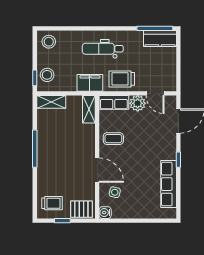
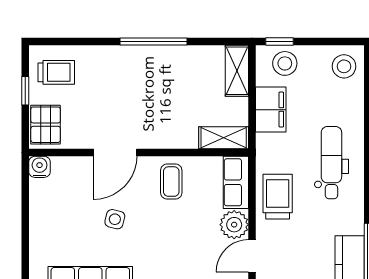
filing cabinet: (90, 83) -> (271, 110), moved
side table: (115, 192) -> (115, 219), moved
trolley: (52, 203) -> (56, 72), turned -90

